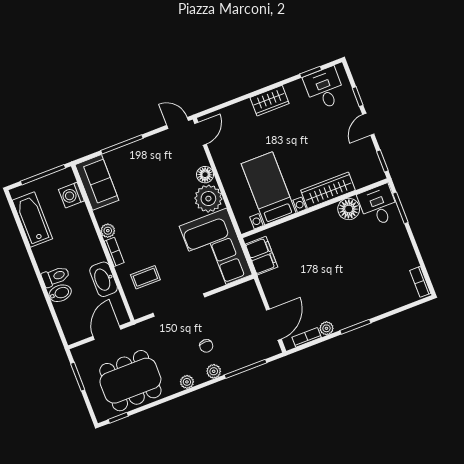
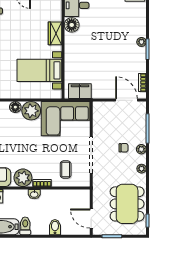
wardrobe: (328, 190) -> (55, 33), width x0.67
plant: (108, 231) -> (23, 178), width x1.87, depth x1.87
toilet: (56, 276) -> (25, 226), moved
washbasin: (104, 279) -> (34, 194), moved, width x0.52, depth x0.69
plant: (326, 328) -> (141, 42), moved
door: (107, 333) -> (91, 219), moved

